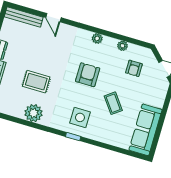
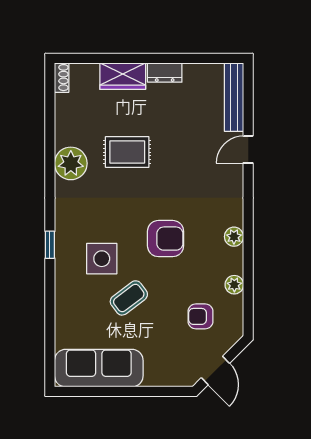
rug: (36, 82) -> (127, 152), turned 90
side table: (80, 117) -> (102, 259), moved

